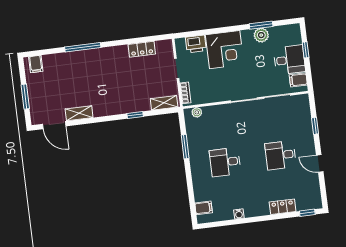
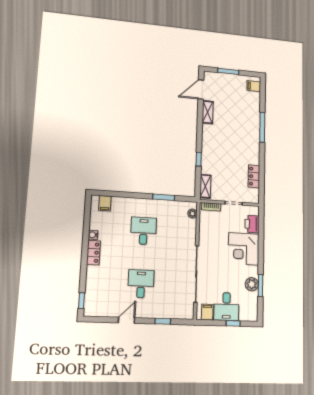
locker: (283, 207) -> (93, 253), moved

